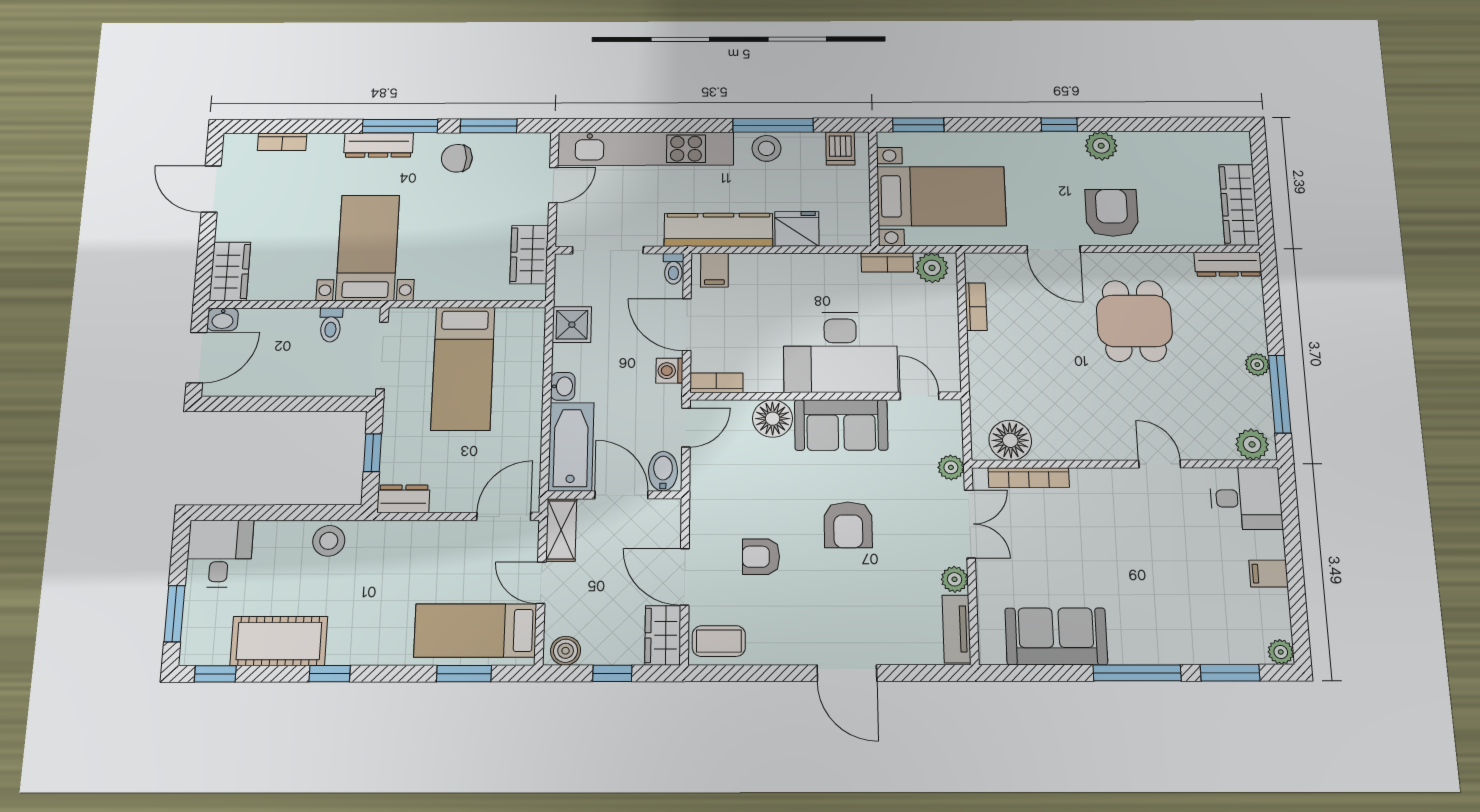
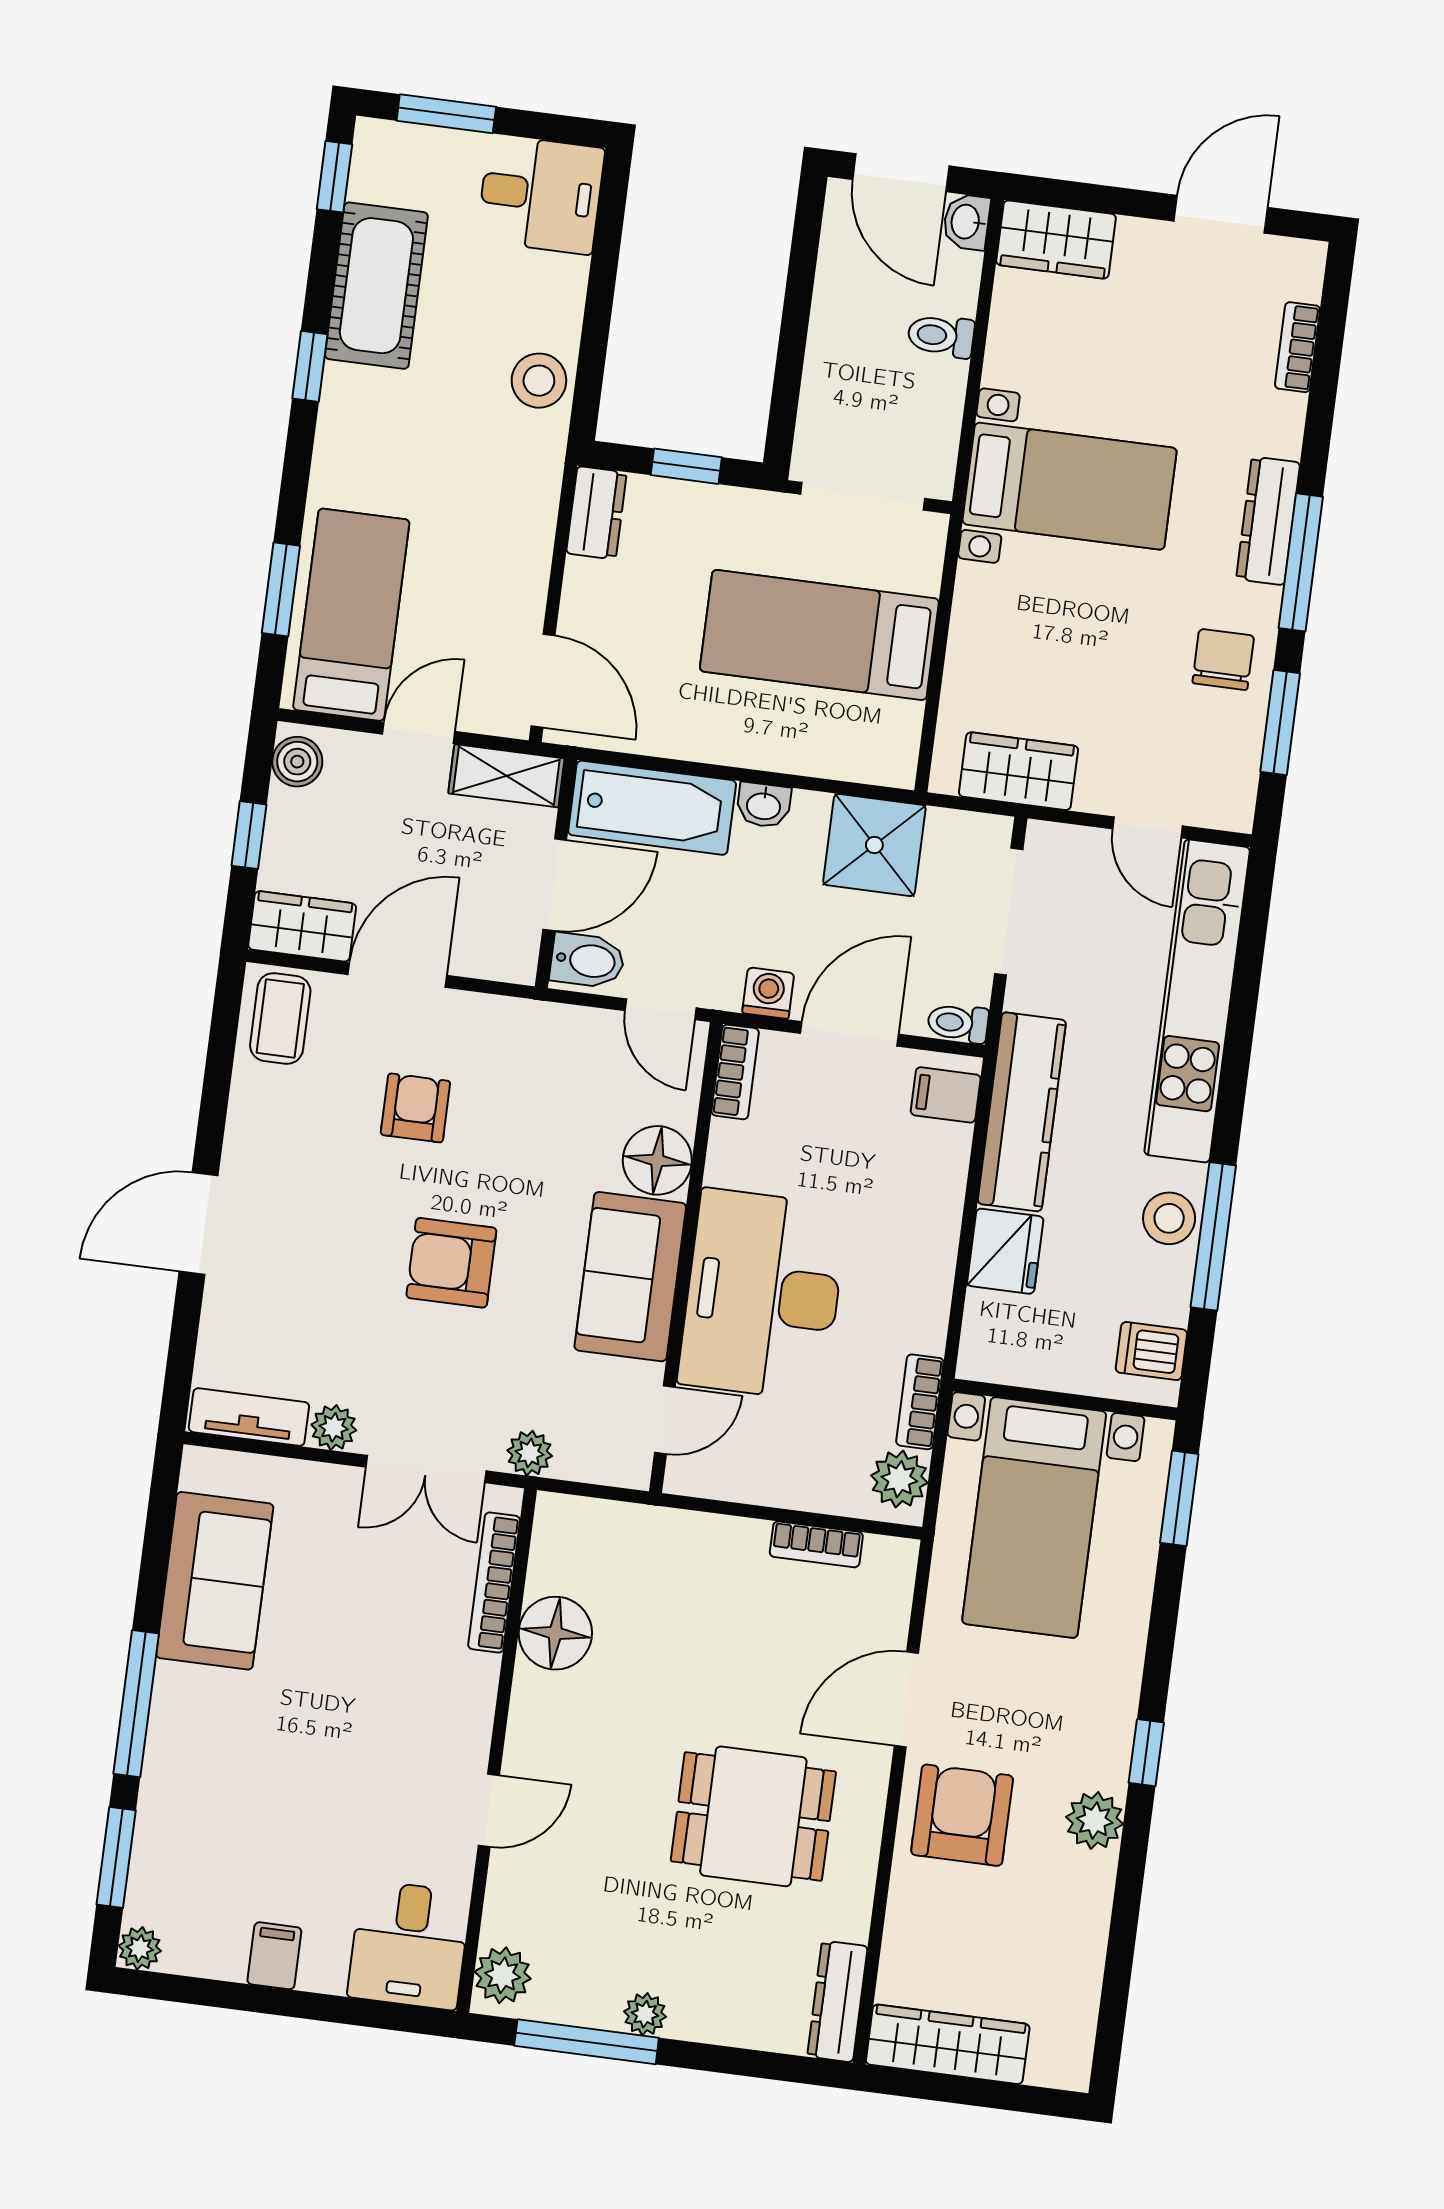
armchair: (1112, 213) -> (962, 1815), turned -90
toilet: (331, 325) -> (941, 336), moved
shower: (572, 325) -> (874, 845), width x1.36, depth x1.36
floor lamp: (1010, 440) -> (555, 1633), moved

